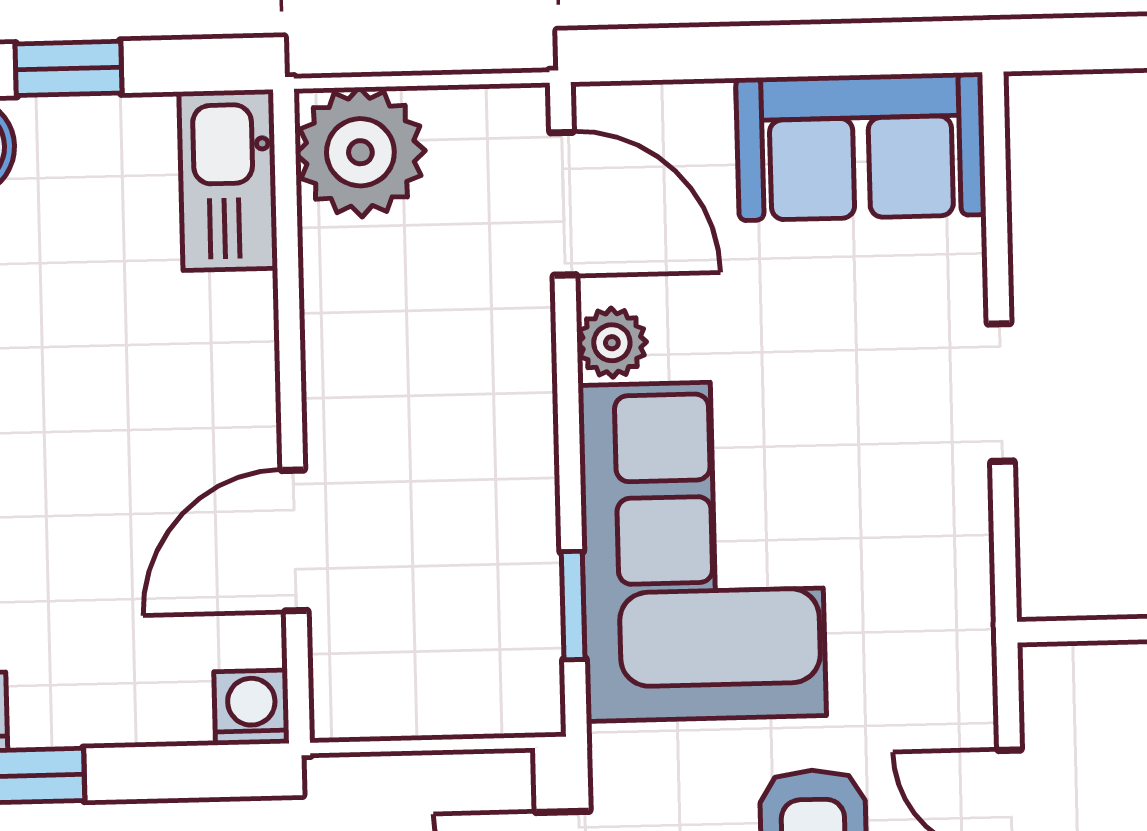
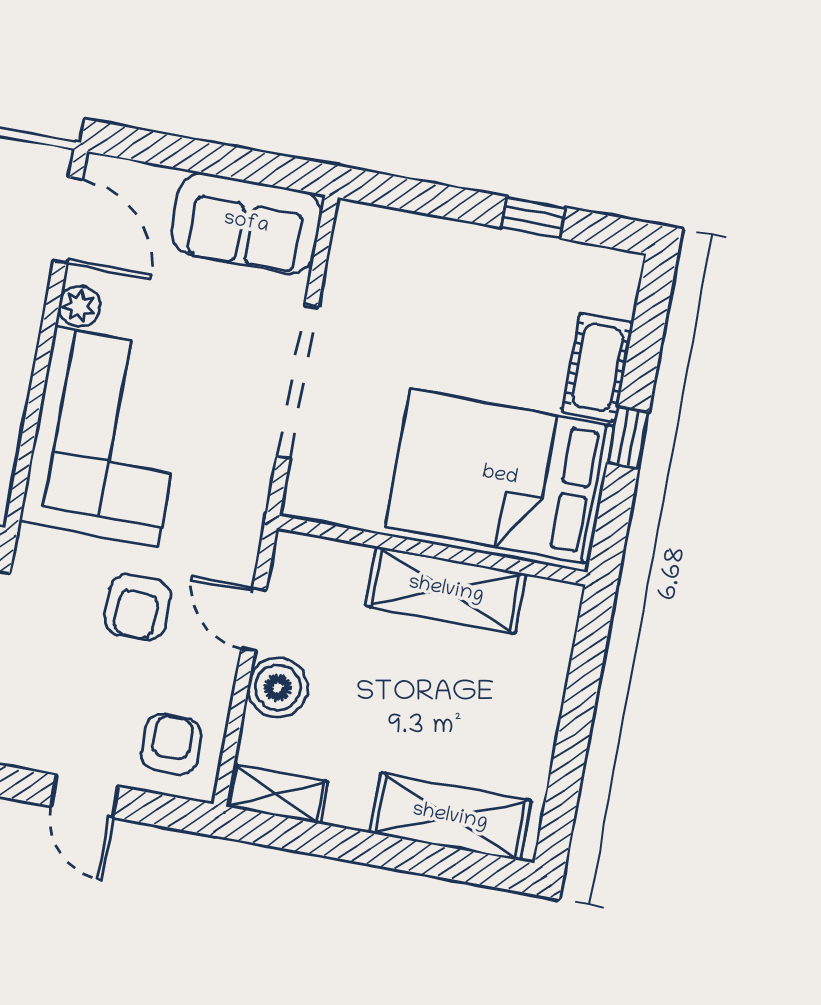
doorway: (1001, 393) -> (297, 382), width x1.88
window: (573, 606) -> (25, 453), removed

